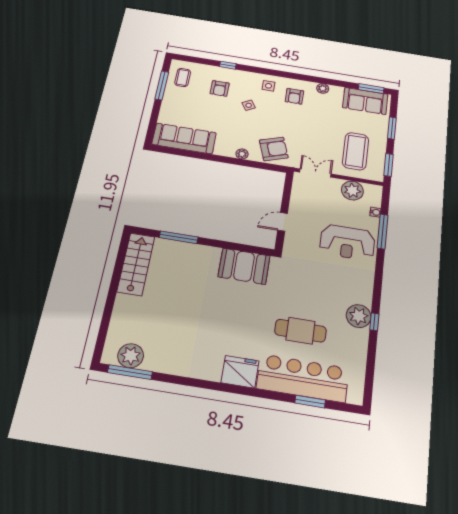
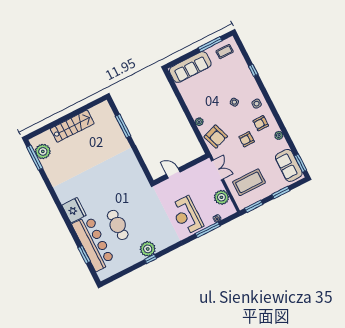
armchair: (220, 88) -> (247, 139), moved
sofa: (184, 139) -> (190, 67), moved, turned 90
stairs: (136, 264) -> (72, 126), moved
booth: (244, 266) -> (132, 172), removed

